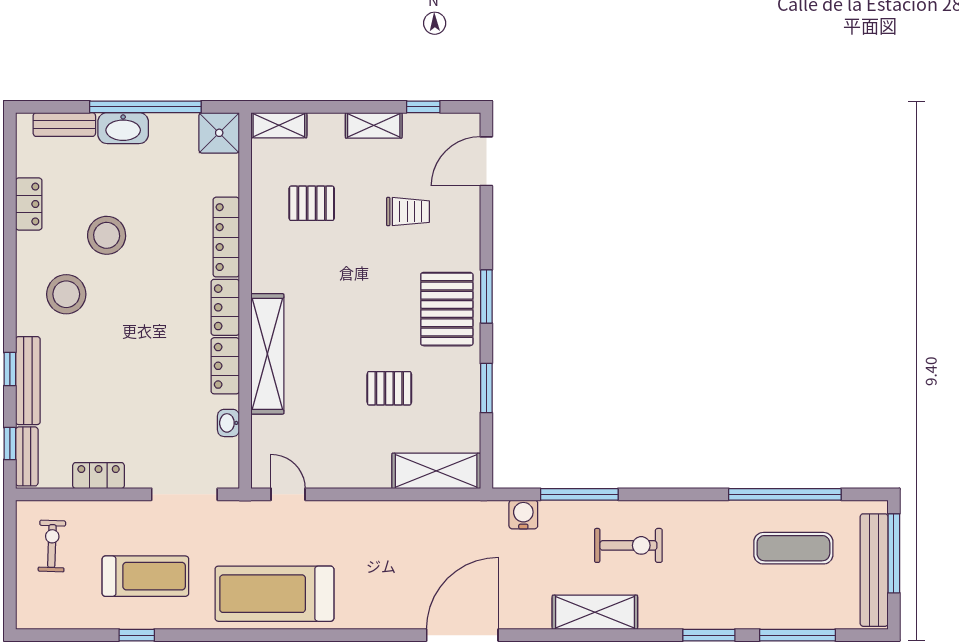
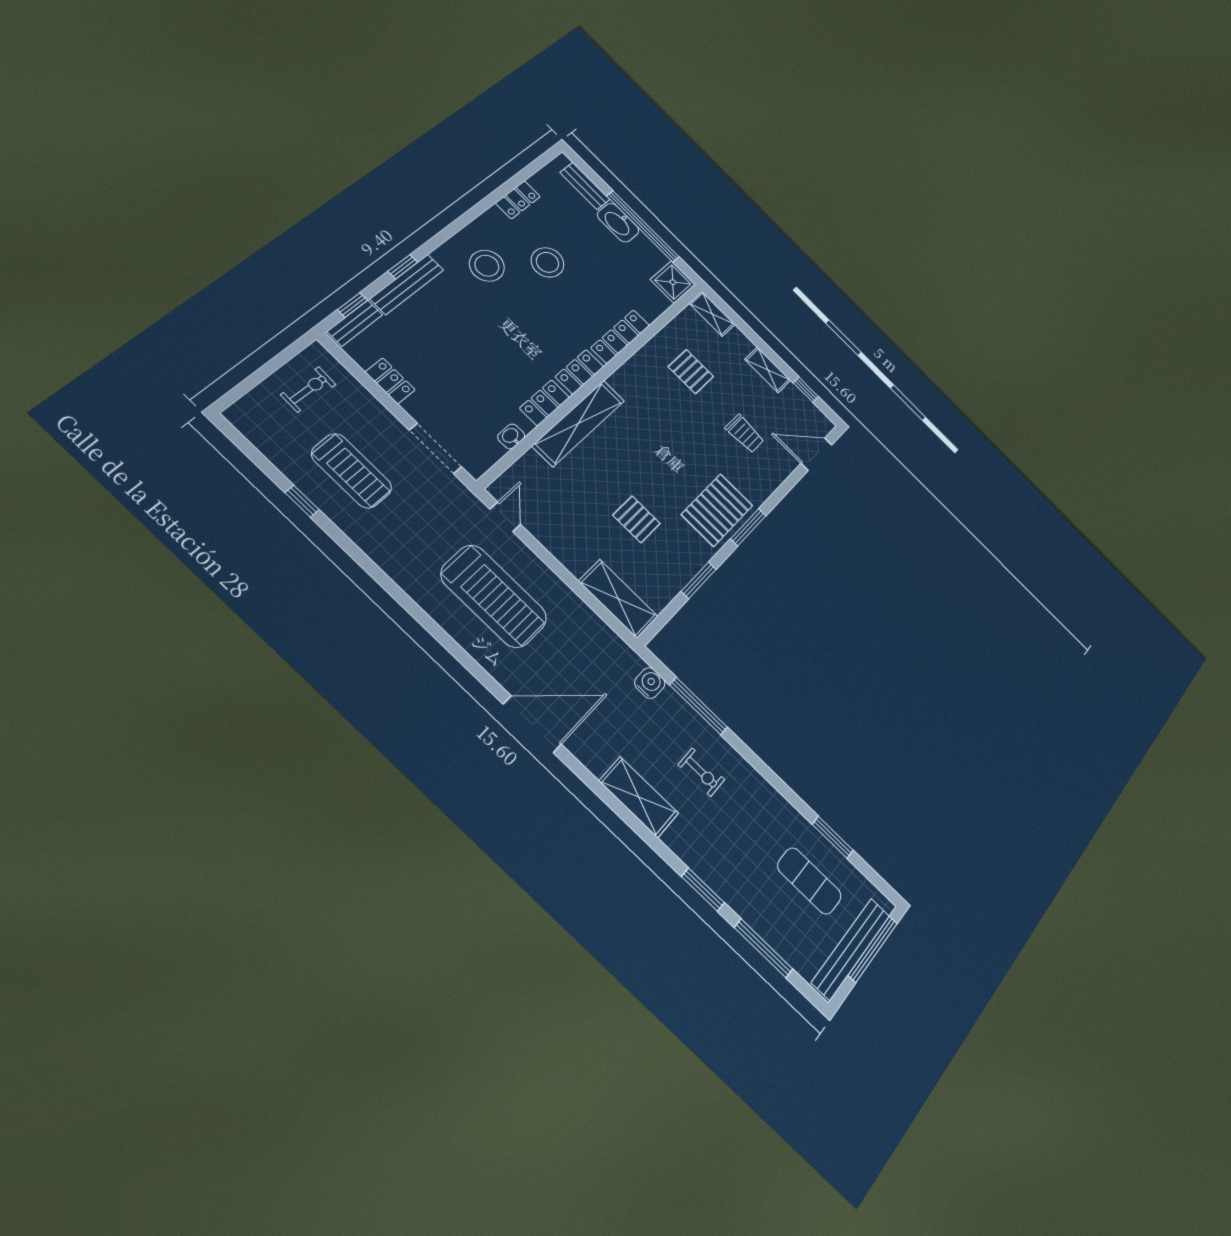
window: (785, 494) -> (833, 837), width x0.47
exercise bike: (628, 545) -> (701, 772), width x0.73, depth x0.72
treadmill: (274, 594) -> (494, 596), moved, turned 180

